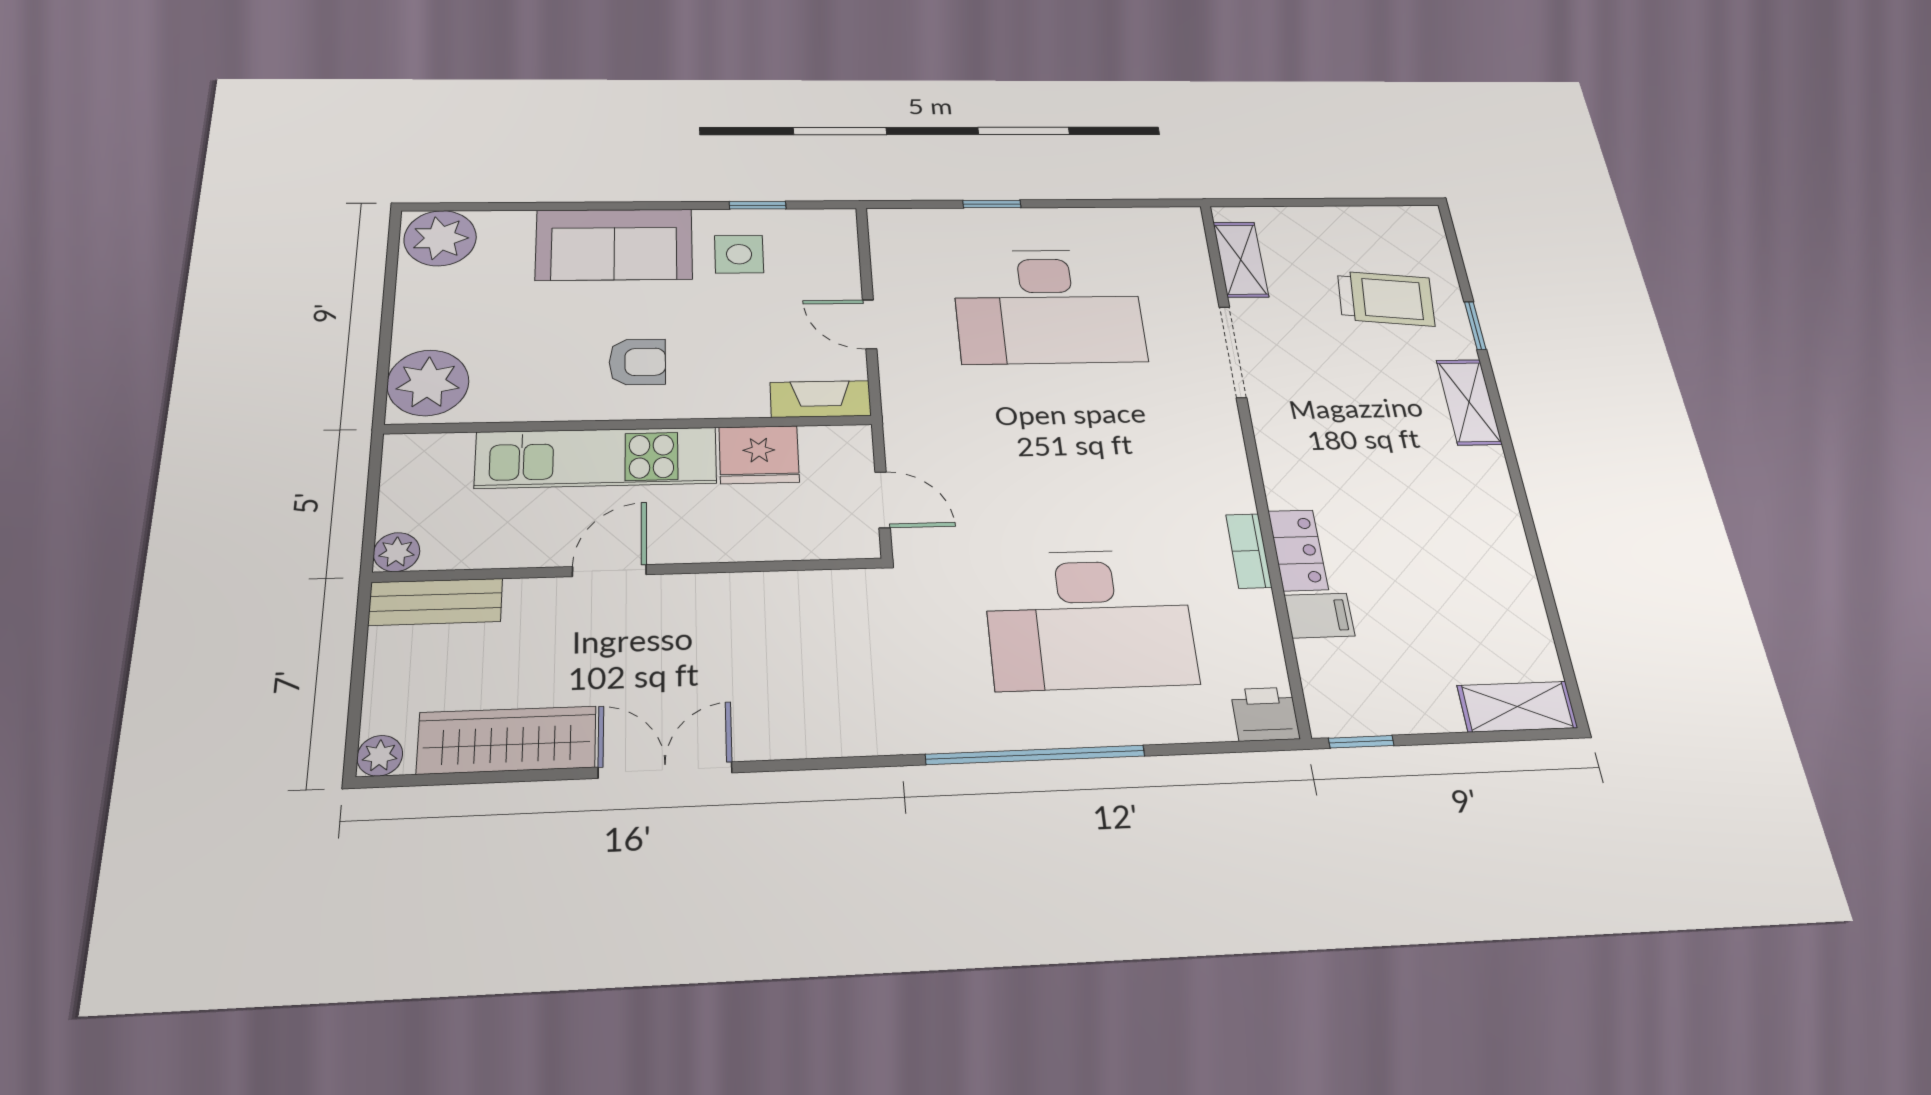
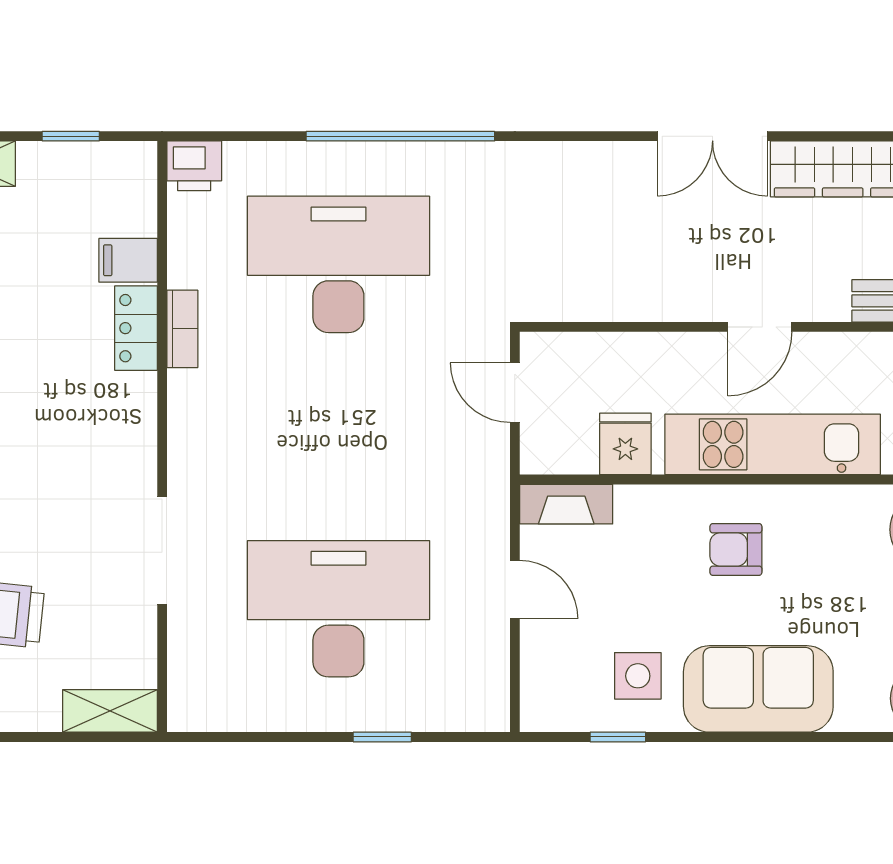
shelving: (1241, 259) -> (110, 711), moved, turned 90
fridge: (759, 455) -> (625, 444), width x0.72
window: (1361, 742) -> (71, 136), moved

